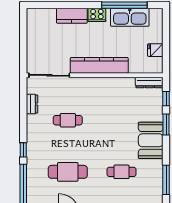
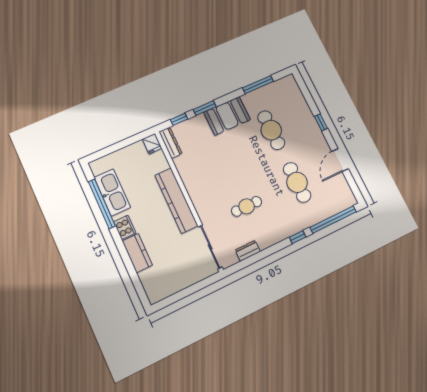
fridge: (155, 50) -> (152, 144), moved
cafe table: (68, 120) -> (247, 206), turned 90
cafe table: (122, 172) -> (271, 130), width x1.37, depth x1.35

